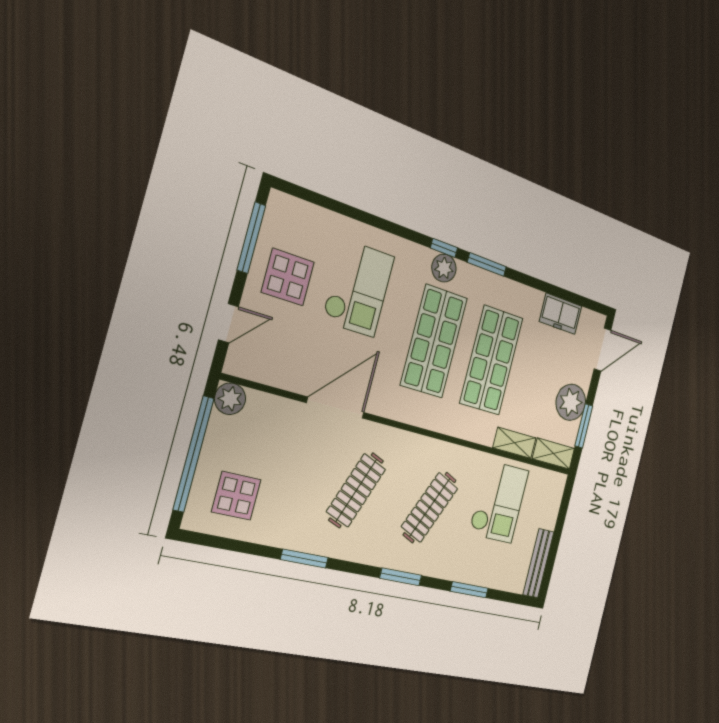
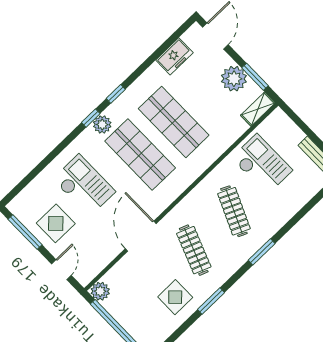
window: (487, 264) -> (116, 94), width x0.67
shelving: (514, 443) -> (233, 133), removed
display table: (236, 496) -> (175, 297), moved
window: (469, 590) -> (301, 214), removed

